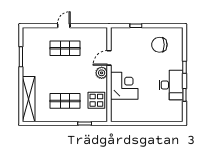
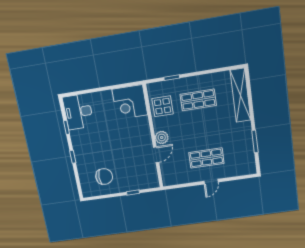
desk: (171, 85) -> (78, 112), moved
corner desk: (124, 86) -> (130, 102), moved

